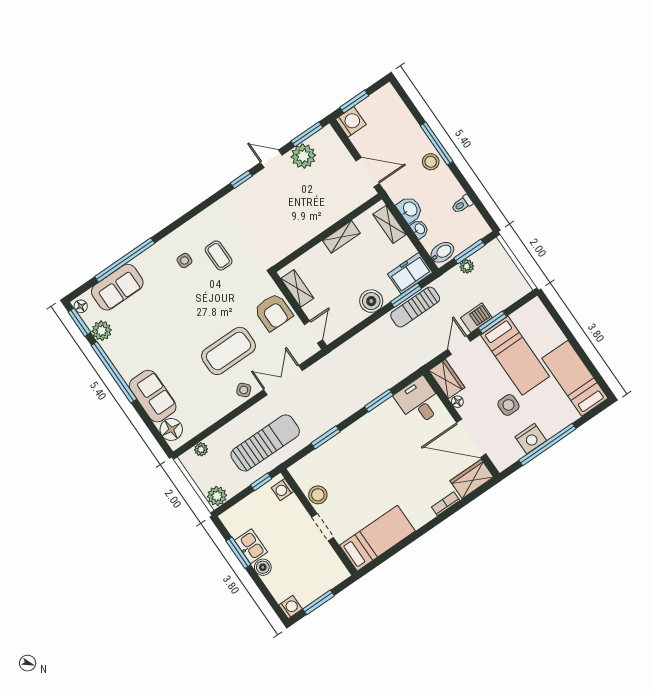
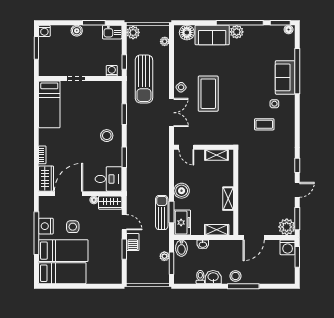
plant: (303, 156) -> (287, 227), moved
washbasin: (410, 209) -> (213, 277), moved, turned 180
sofa: (117, 287) -> (285, 77), moved
armchair: (273, 312) -> (213, 133), removed
plant: (102, 331) -> (237, 32), moved
bed: (515, 356) -> (63, 251), moved, turned 180
stool: (318, 495) -> (107, 136), moved
kitchen sink: (251, 546) -> (112, 32), moved

